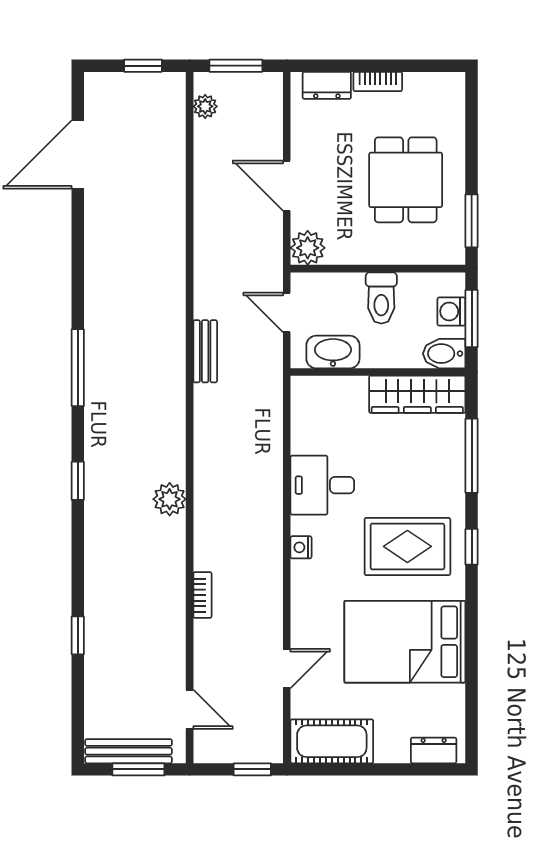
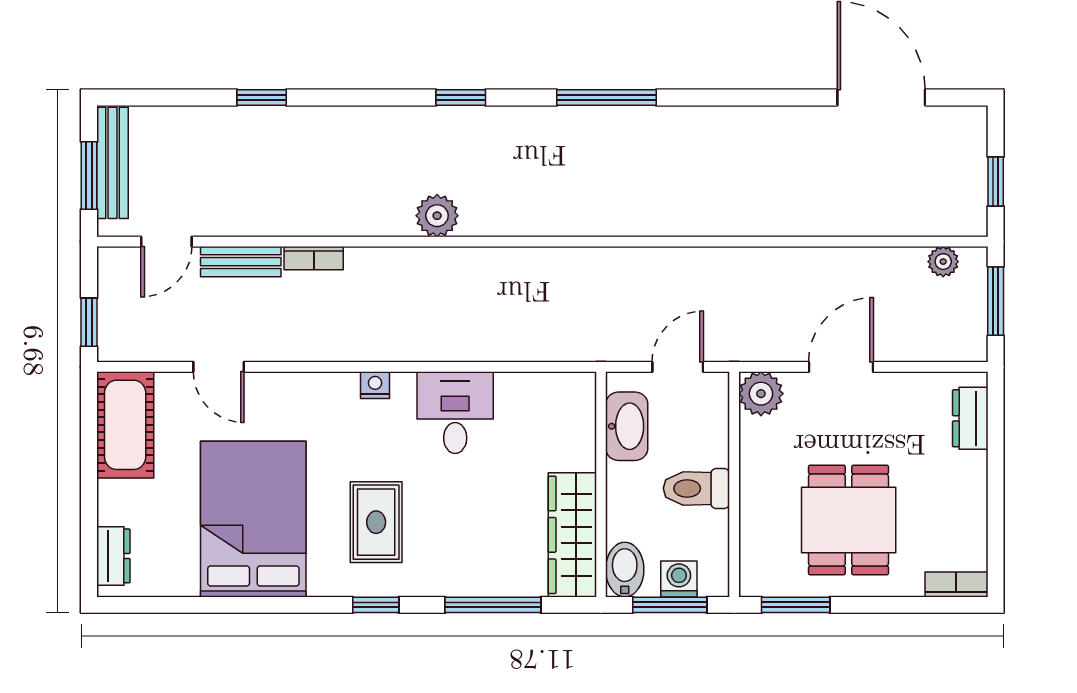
bookcase: (378, 81) -> (956, 585), moved, turned 90
dining table: (406, 180) -> (849, 520), turned 90
bench: (205, 351) -> (241, 262), moved
rug: (407, 546) -> (376, 522), width x0.73, depth x0.70

